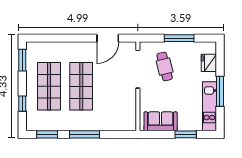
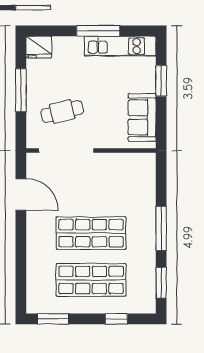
fridge: (209, 63) -> (39, 47), moved

